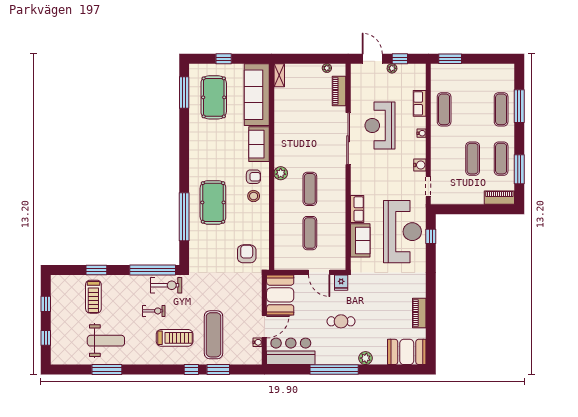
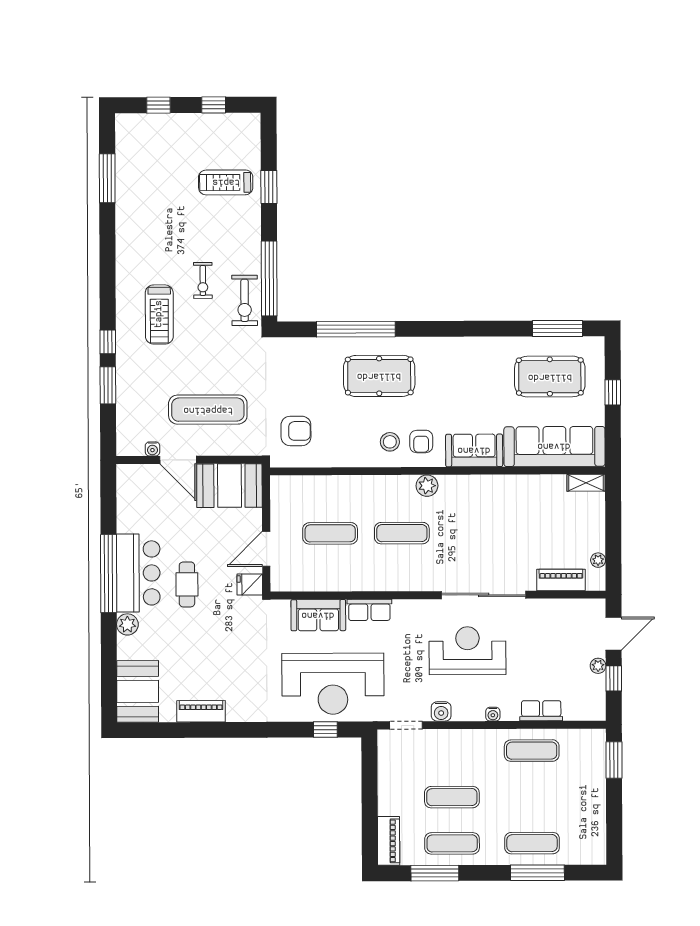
reception desk: (380, 126) -> (467, 651), moved
exercise mat: (213, 335) -> (208, 410), moved
weight bench: (106, 341) -> (154, 203), removed
bar counter: (291, 351) -> (138, 573), moved
window: (107, 370) -> (107, 178), moved

